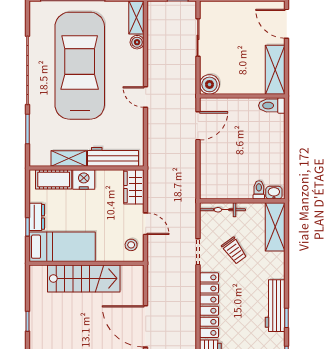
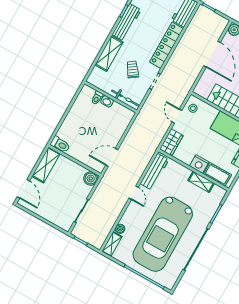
workbench: (113, 157) -> (155, 172), moved, turned -90
washbasin: (274, 193) -> (107, 101), moved
shelving: (275, 227) -> (109, 53), moved

